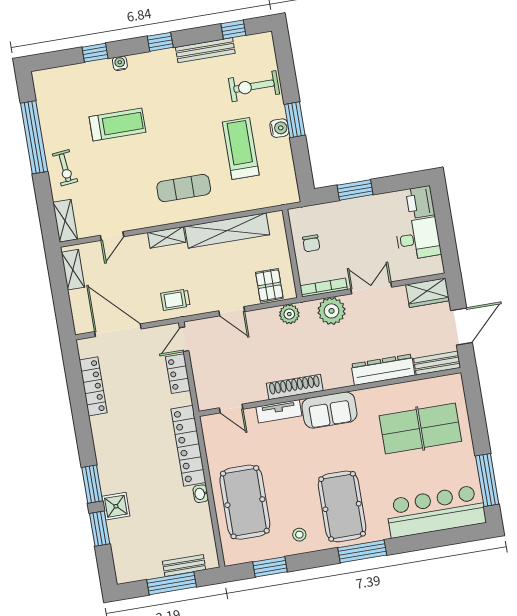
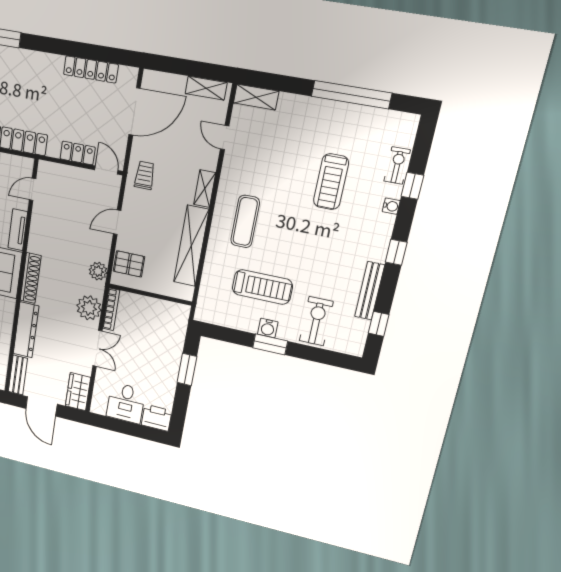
exercise bike: (65, 168) -> (397, 165), moved, turned 96
chair: (311, 243) -> (153, 314), removed
shoe rack: (295, 387) -> (31, 278), moved

